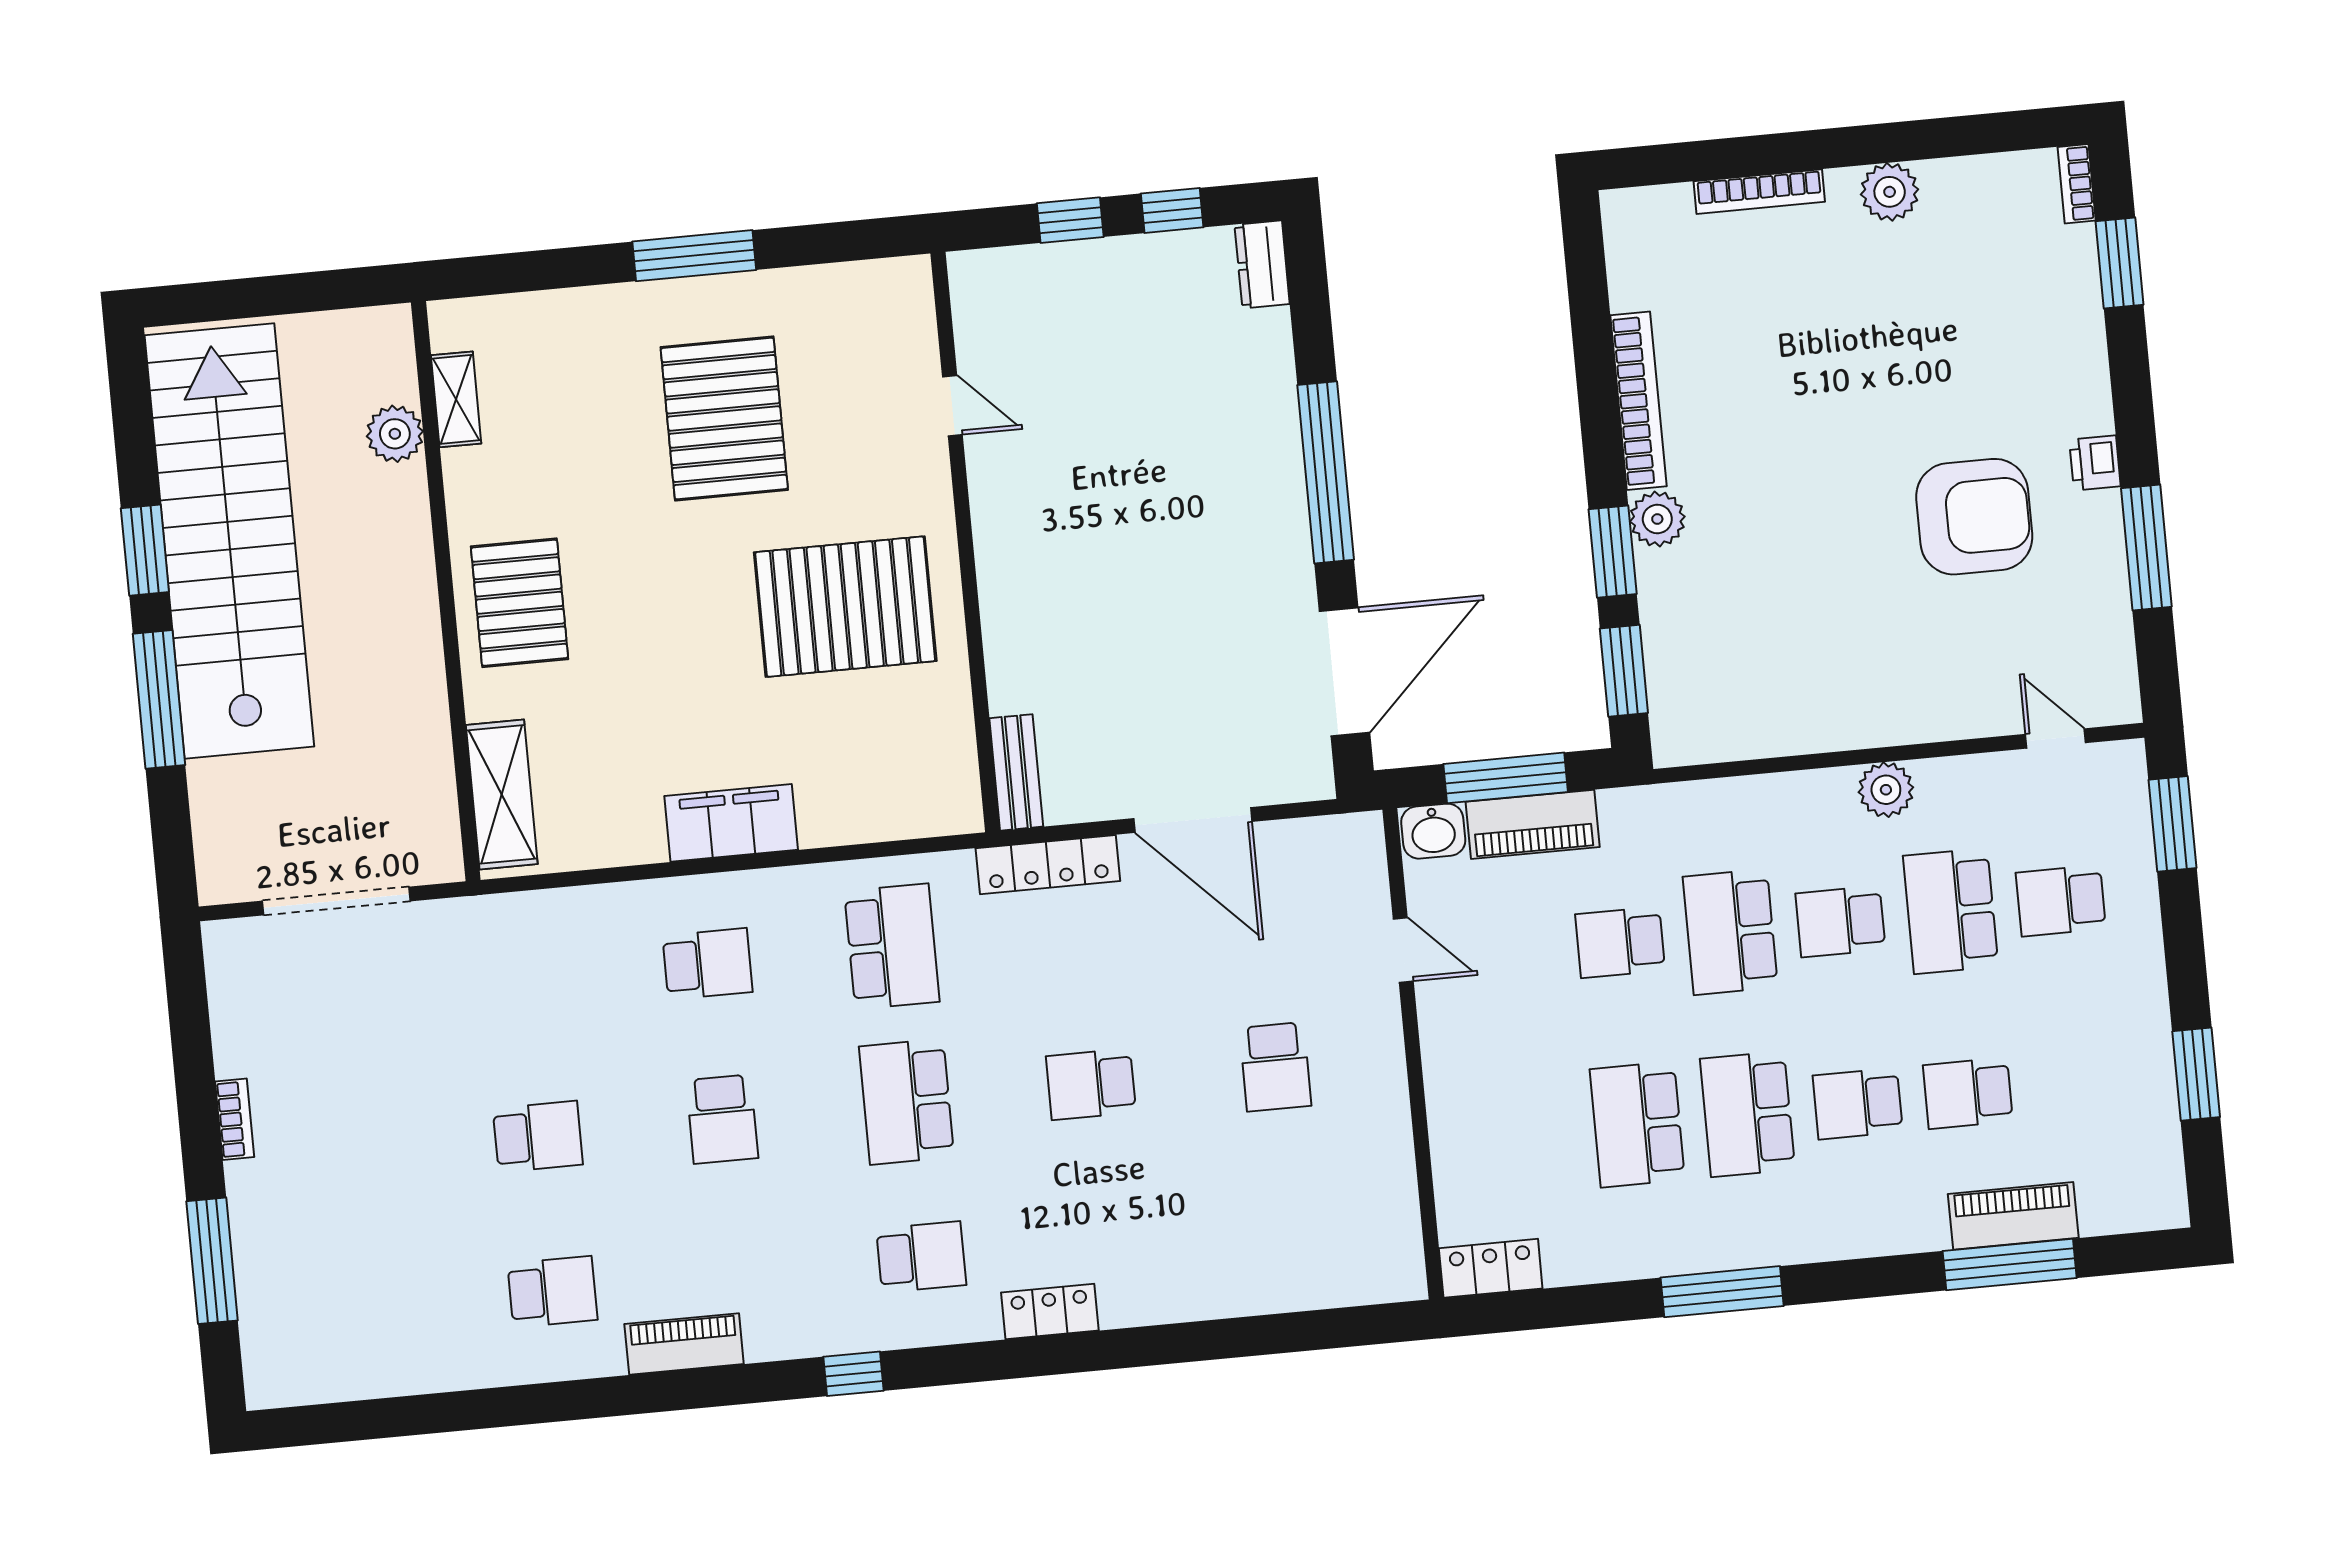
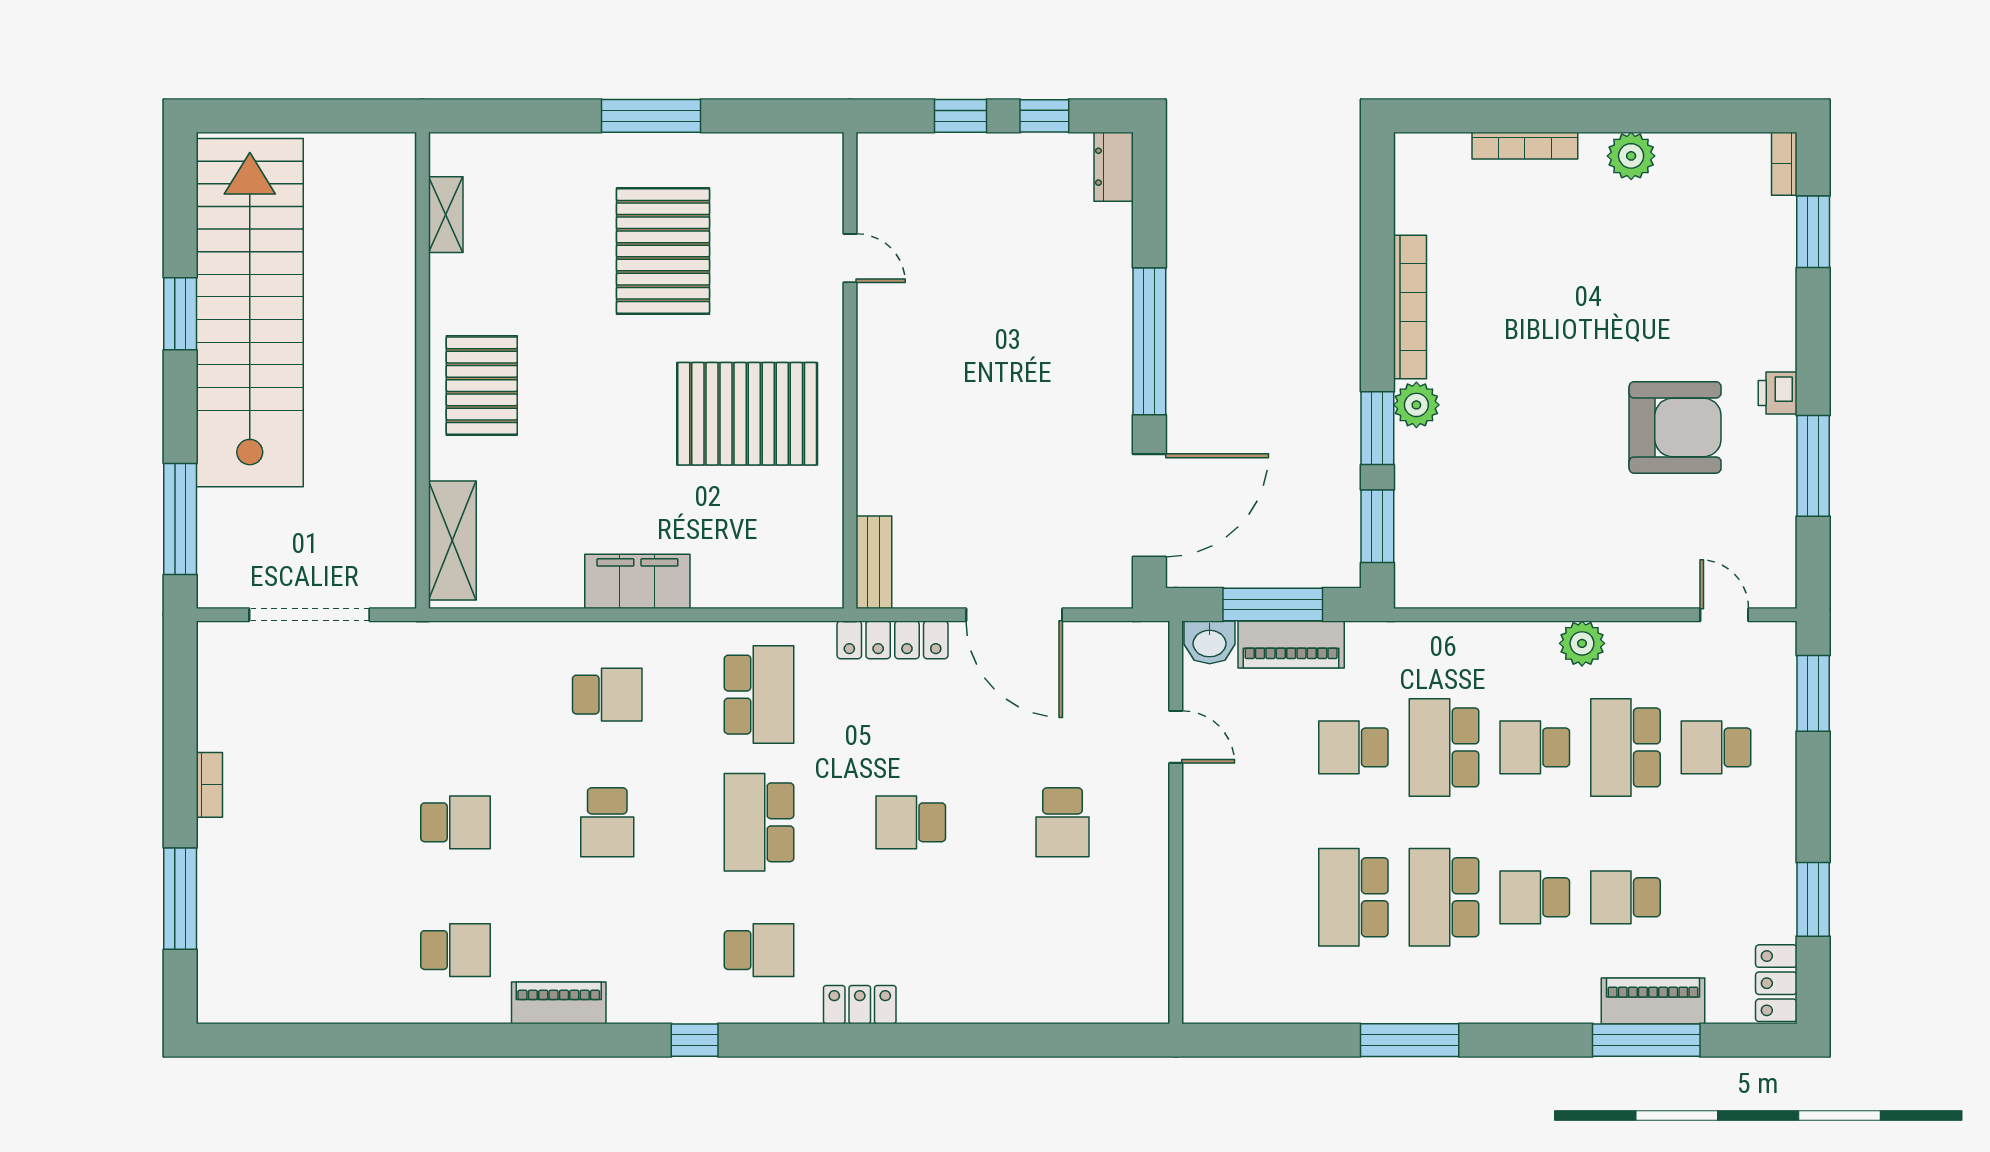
plant: (395, 434) -> (393, 238), removed
window: (159, 699) -> (180, 519), moved
locker: (1491, 1268) -> (1776, 983), moved, turned -90

